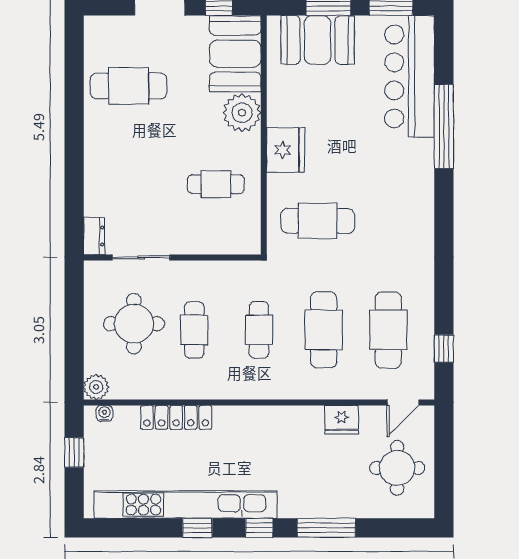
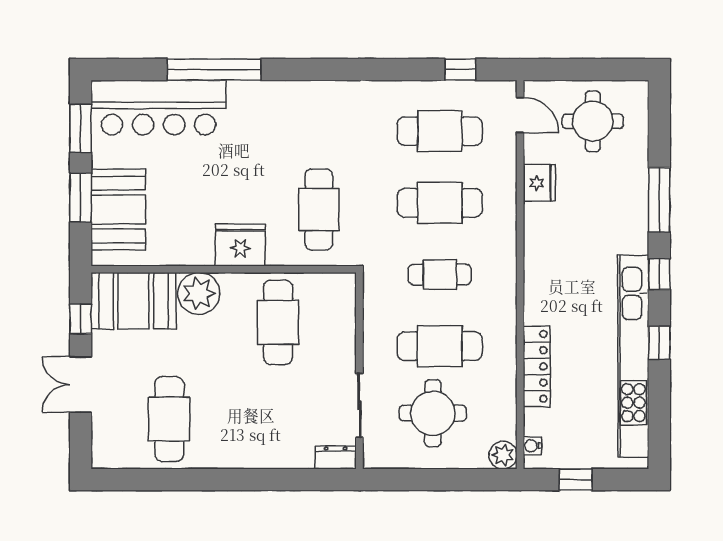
cafe table: (216, 184) -> (278, 322), width x1.37, depth x1.35
cafe table: (194, 330) -> (440, 346), width x1.37, depth x1.35

